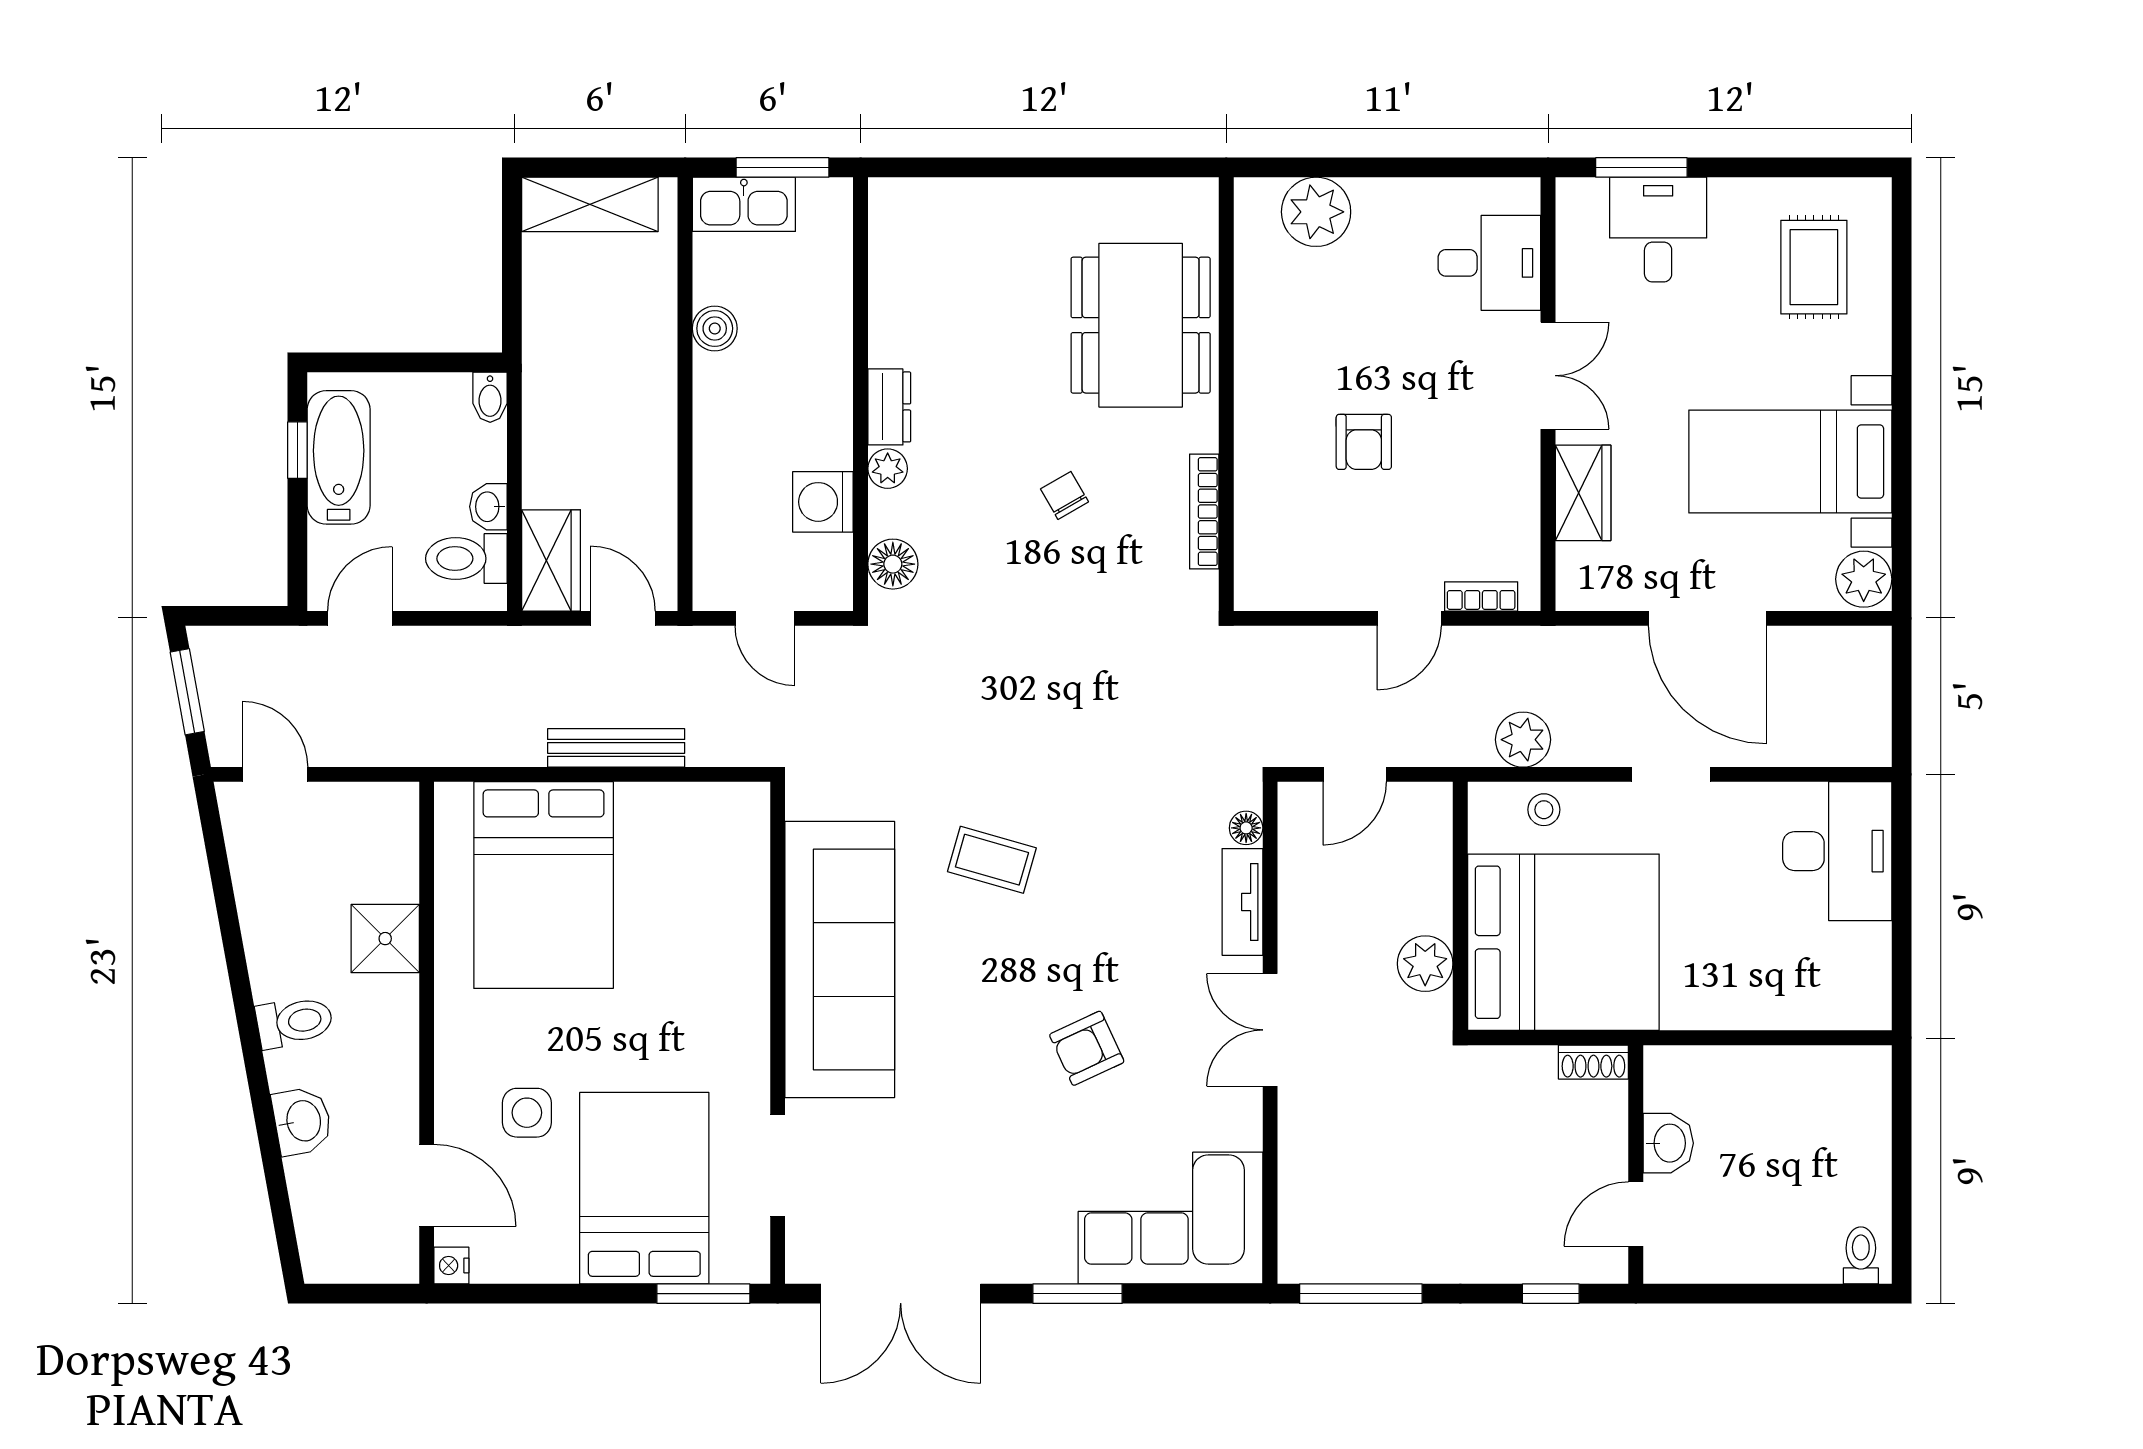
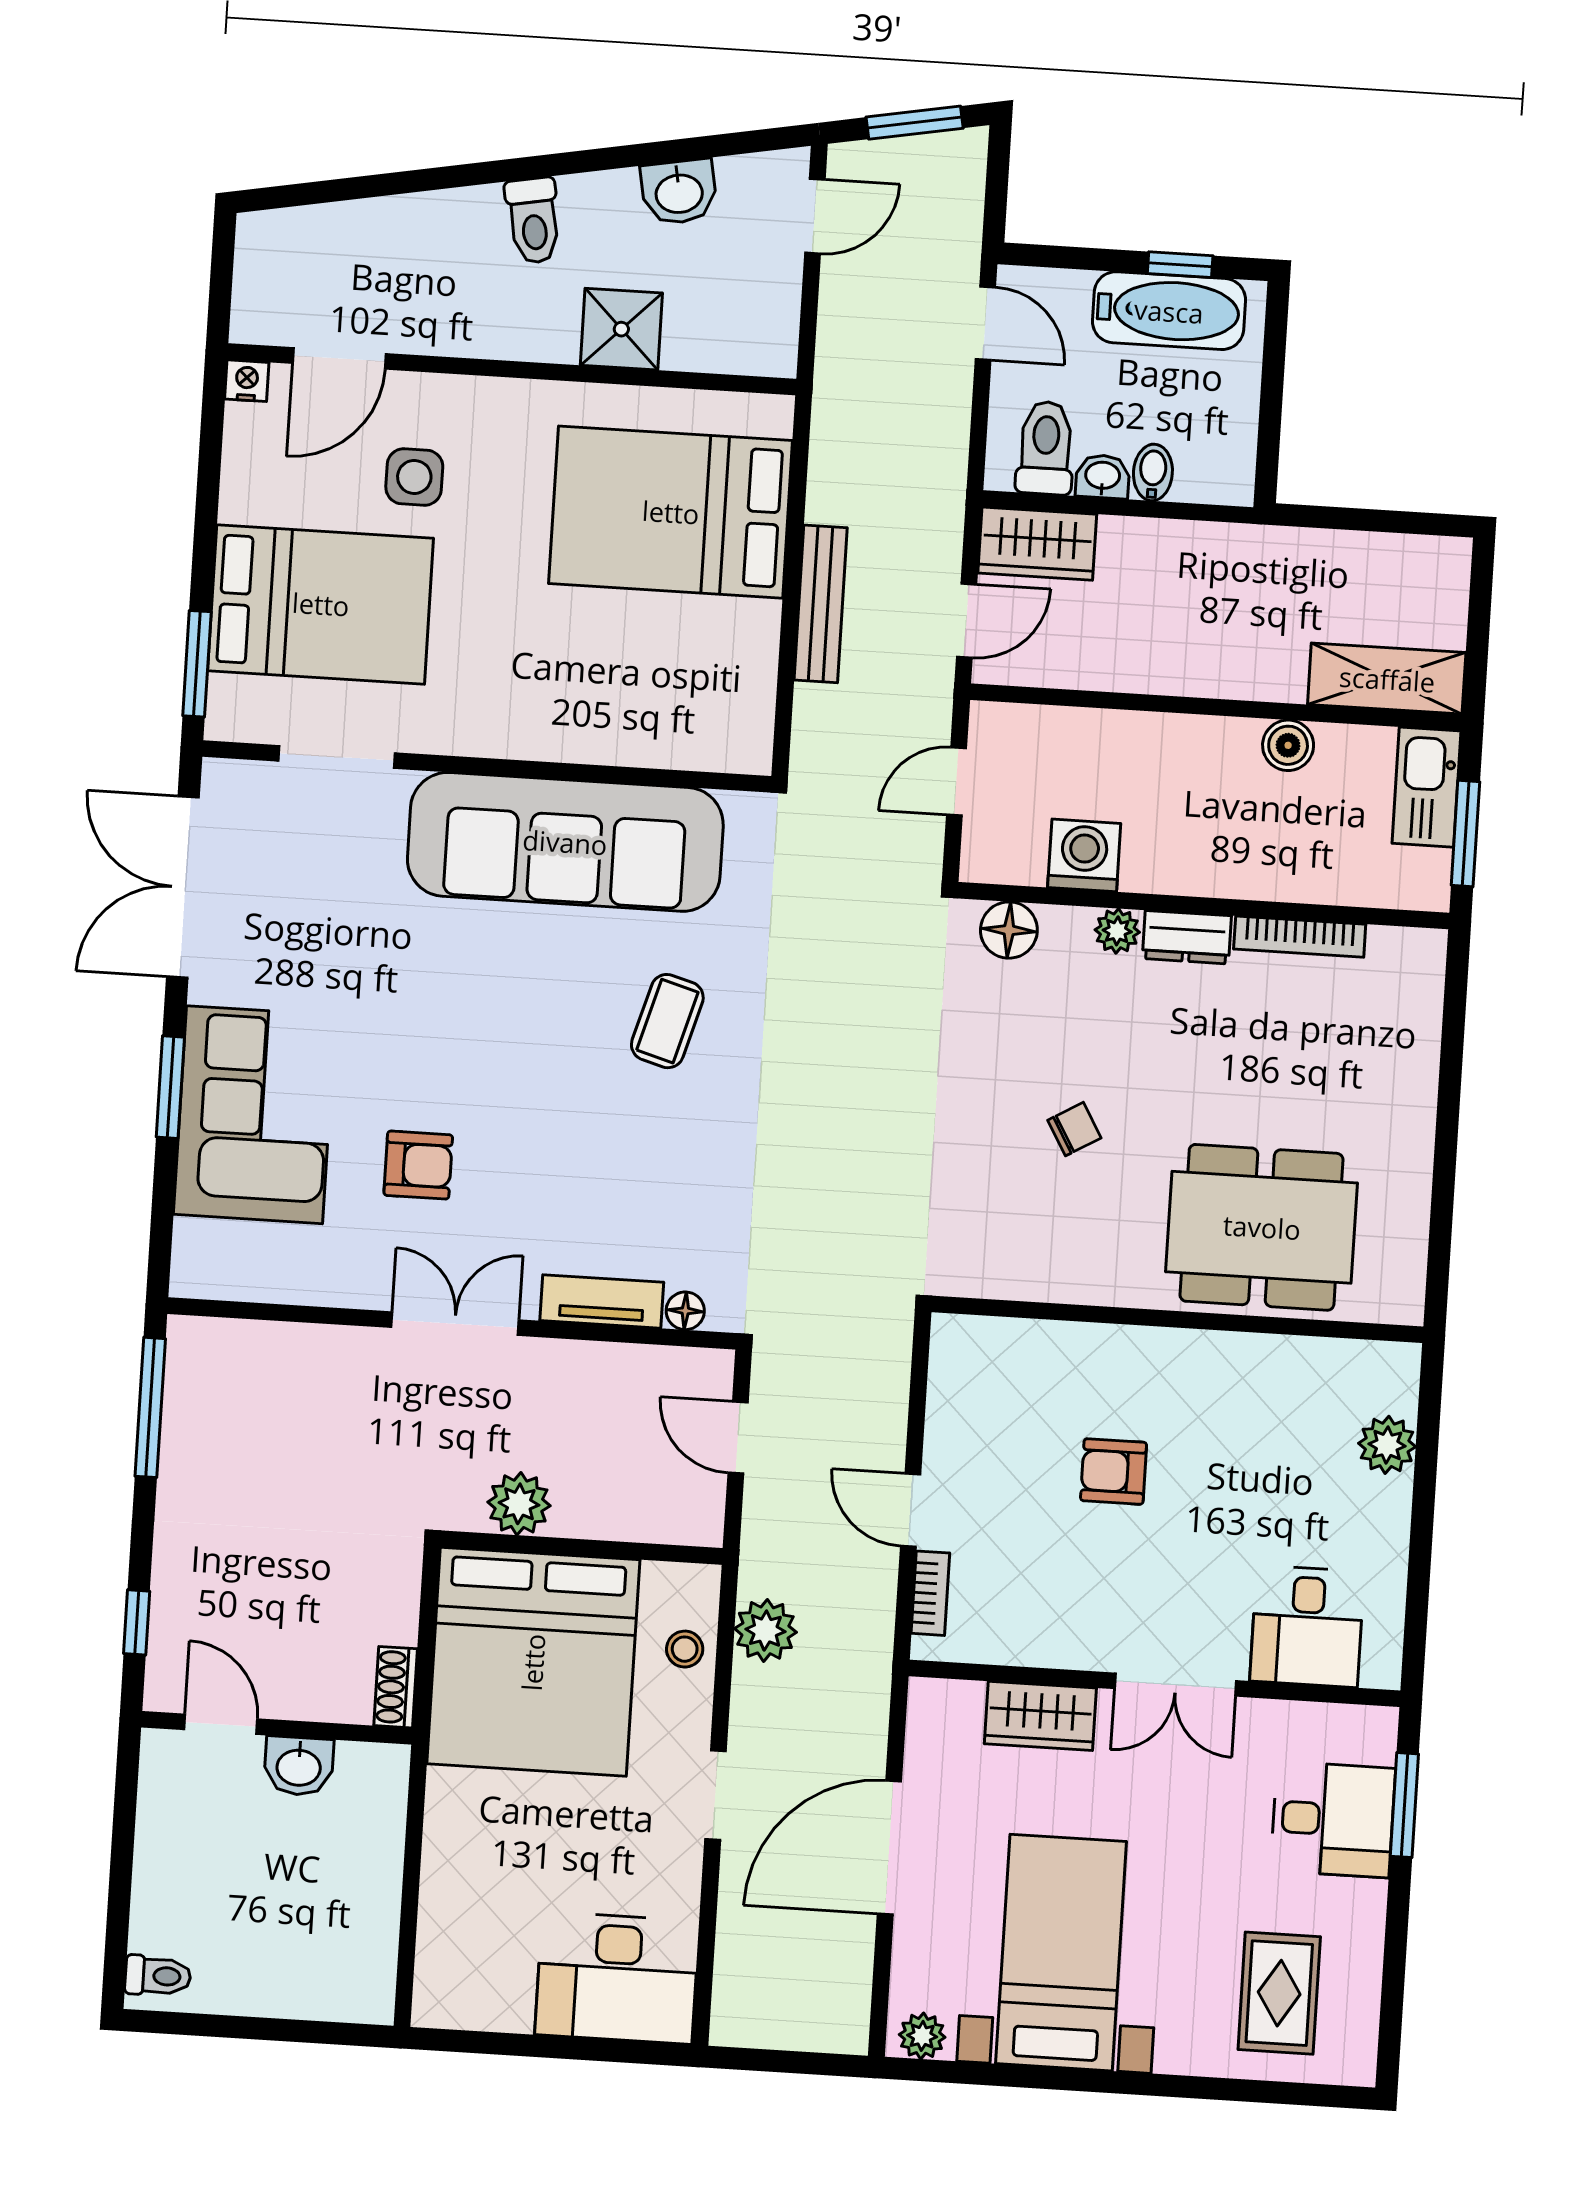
shelving: (590, 204) -> (1387, 679), moved, turned 90
plant: (1316, 212) -> (1387, 1445), width x0.73, depth x0.73
rug: (1814, 267) -> (1279, 1993), turned 90
bidet: (490, 397) -> (1153, 472), moved, turned 90
bookcase: (1204, 512) -> (1300, 937), moved, turned 180
plant: (1864, 579) -> (922, 2036), width x0.73, depth x0.73
armchair: (1087, 1048) -> (418, 1165), moved, turned 115
washbasin: (302, 1121) -> (679, 192), moved
corner sofa: (1171, 1218) -> (254, 1115), moved

